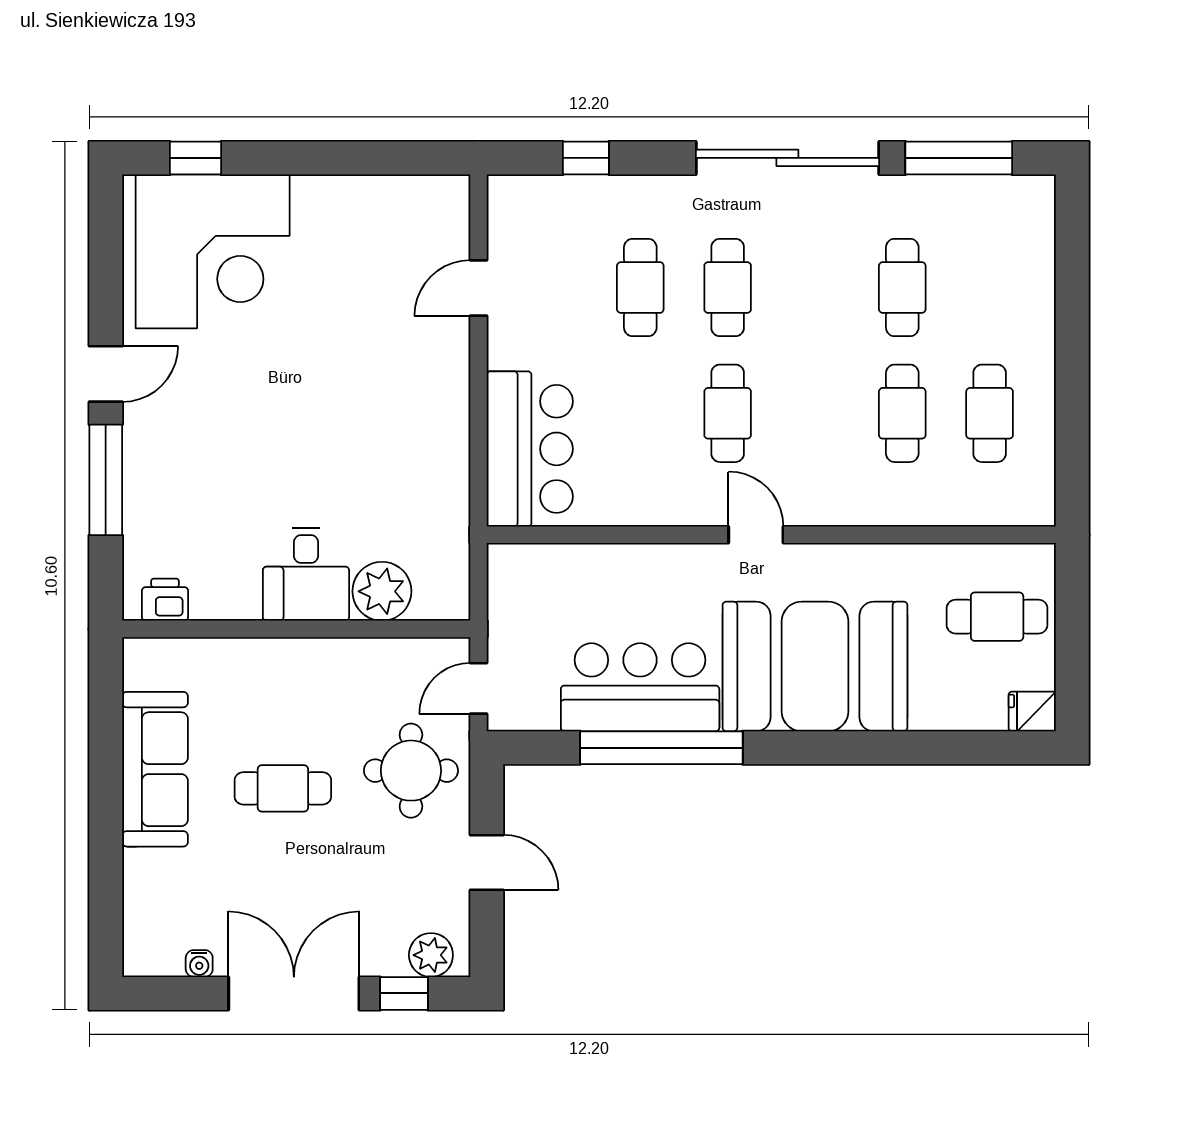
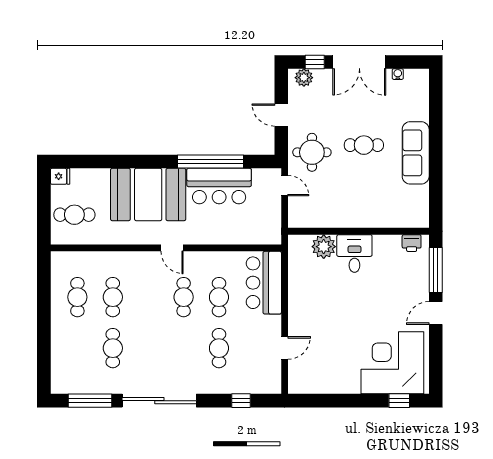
cafe table: (728, 287) -> (219, 297), moved
desk: (306, 574) -> (354, 253), moved
plant: (382, 591) -> (324, 247), moved
printer: (165, 600) -> (412, 243), moved
wall: (296, 629) -> (358, 231), moved
door: (478, 688) -> (285, 186), hinge flipped

